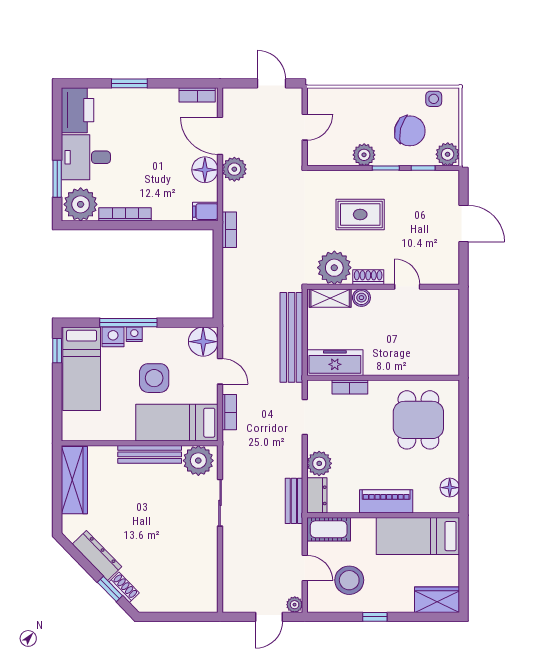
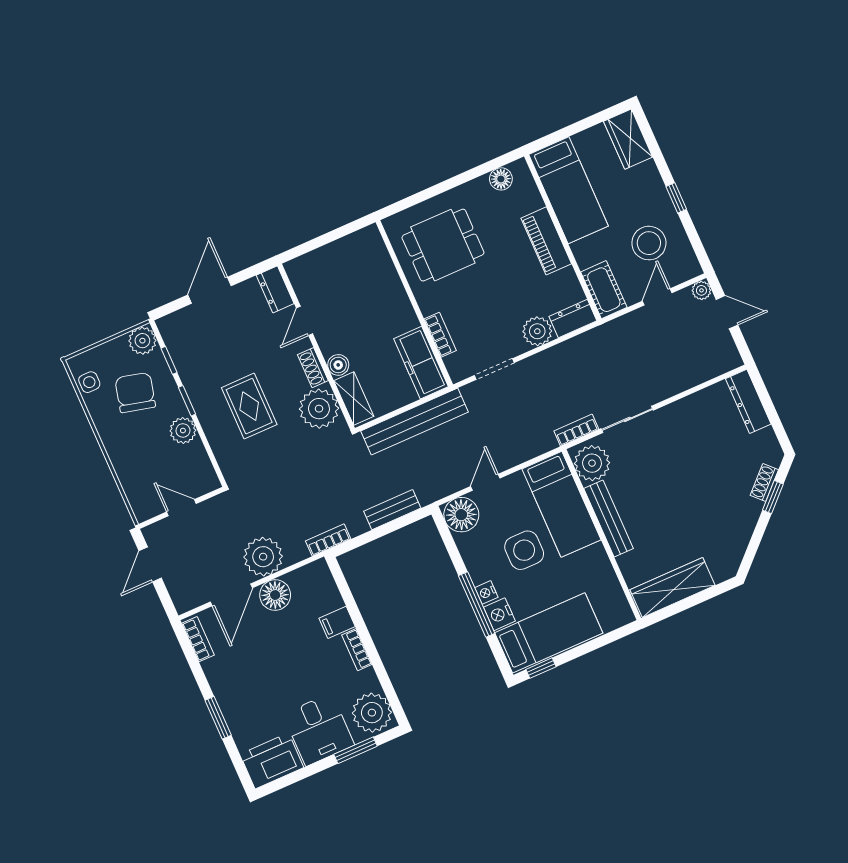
plant: (234, 169) -> (263, 557), width x1.36, depth x1.36
filing cabinet: (205, 212) -> (337, 622), moved, turned 90
bookcase: (125, 214) -> (357, 650), width x0.64
dresser: (442, 275) -> (275, 289), added
bookcase: (229, 412) -> (576, 430), moved
bench: (294, 501) -> (392, 510), moved
dresser: (97, 555) -> (748, 401), moved, turned -46

